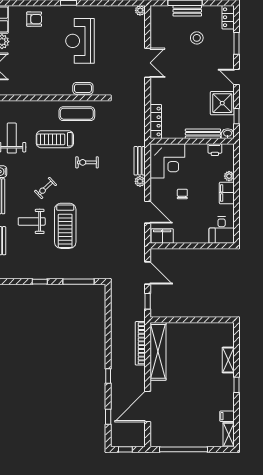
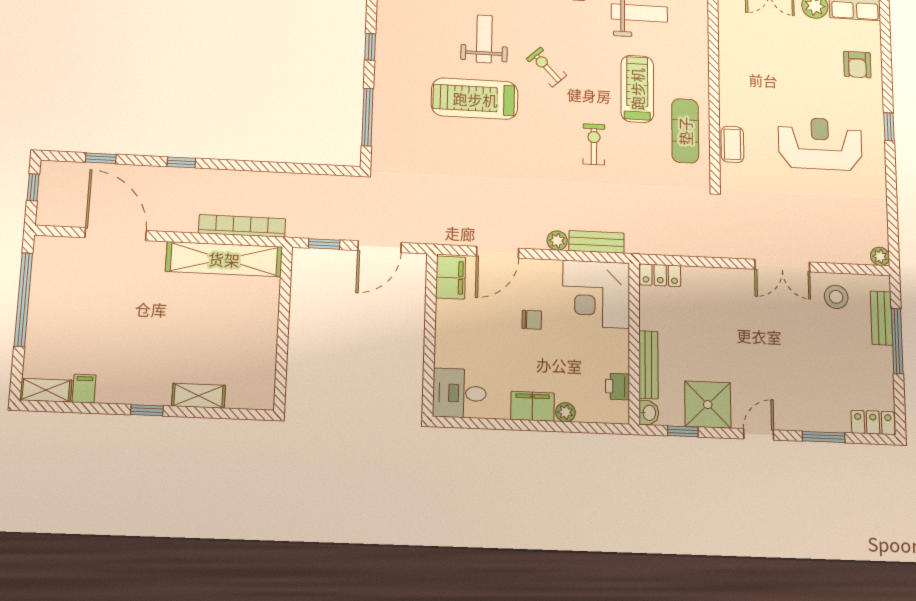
bench: (187, 11) -> (882, 318), moved
stool: (197, 38) -> (836, 297), moved
locker: (156, 121) -> (660, 275), width x0.66

